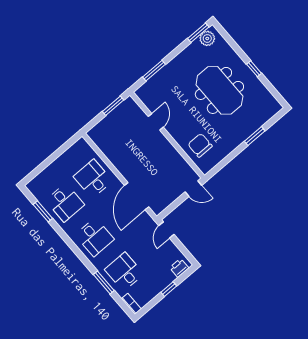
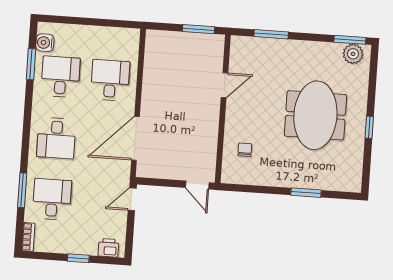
chair: (200, 145) -> (245, 150), width x0.54, depth x0.54
water cooler: (39, 193) -> (45, 43), added
desk: (65, 203) -> (61, 77), turned 180

